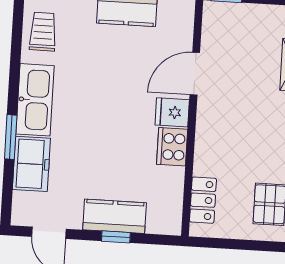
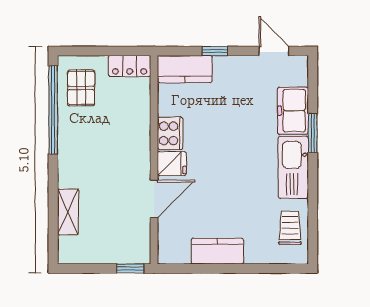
trolley: (43, 32) -> (290, 228), turned 180
locker: (203, 200) -> (130, 66), moved, turned -90
kitchen counter: (115, 216) -> (185, 69), moved

